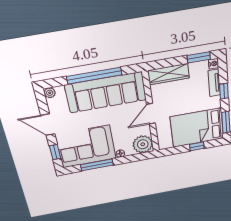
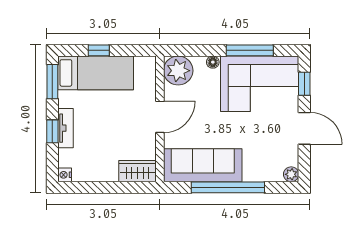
window: (199, 57) -> (84, 187), removed
wardrobe: (168, 74) -> (138, 171), width x0.67
tv unit: (214, 83) -> (65, 128), moved
sofa: (106, 92) -> (203, 165), width x0.74, depth x0.79
bed: (197, 128) -> (96, 73), width x0.67

